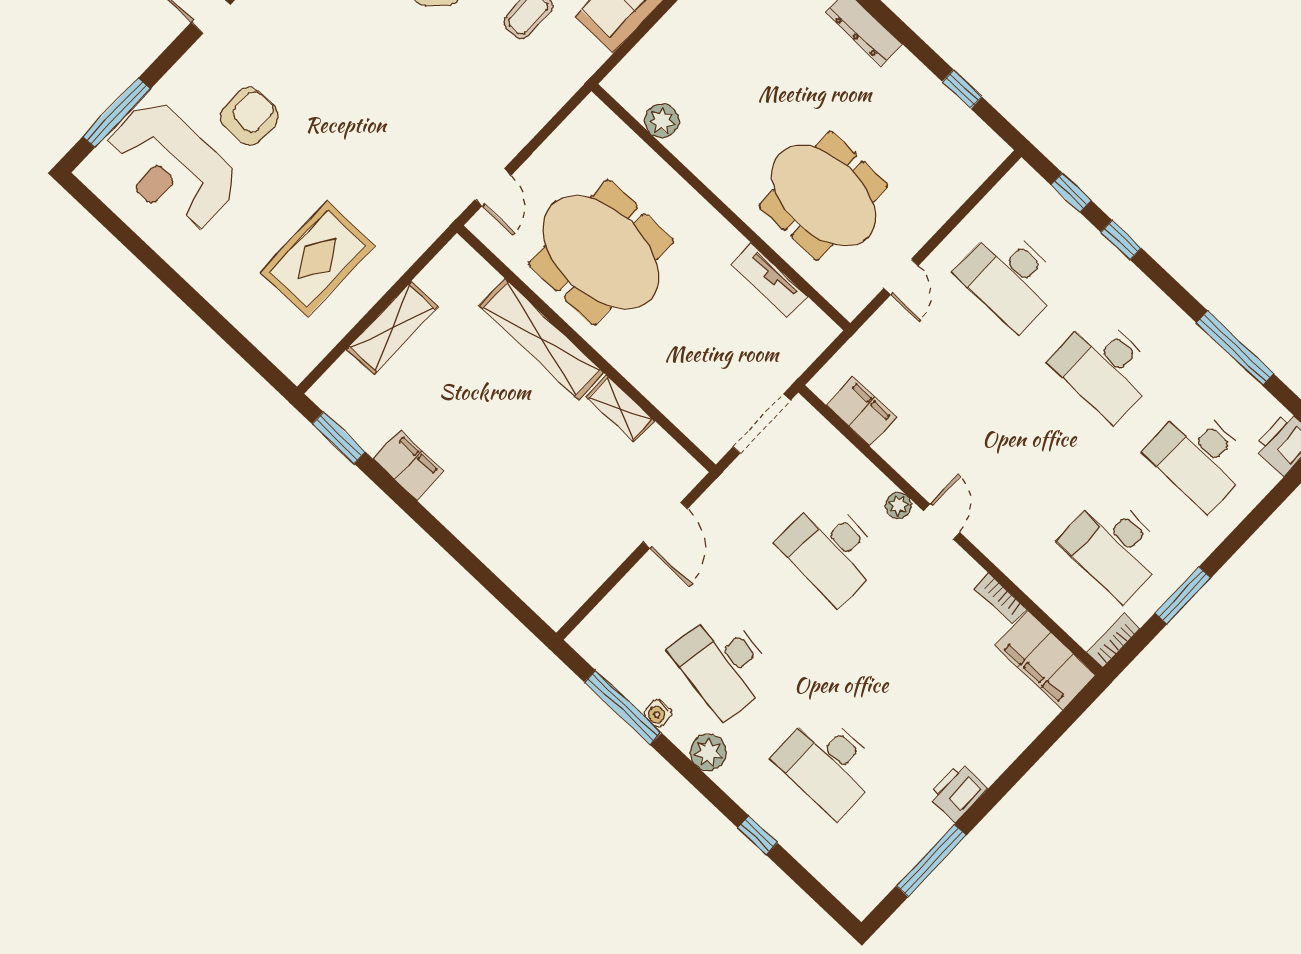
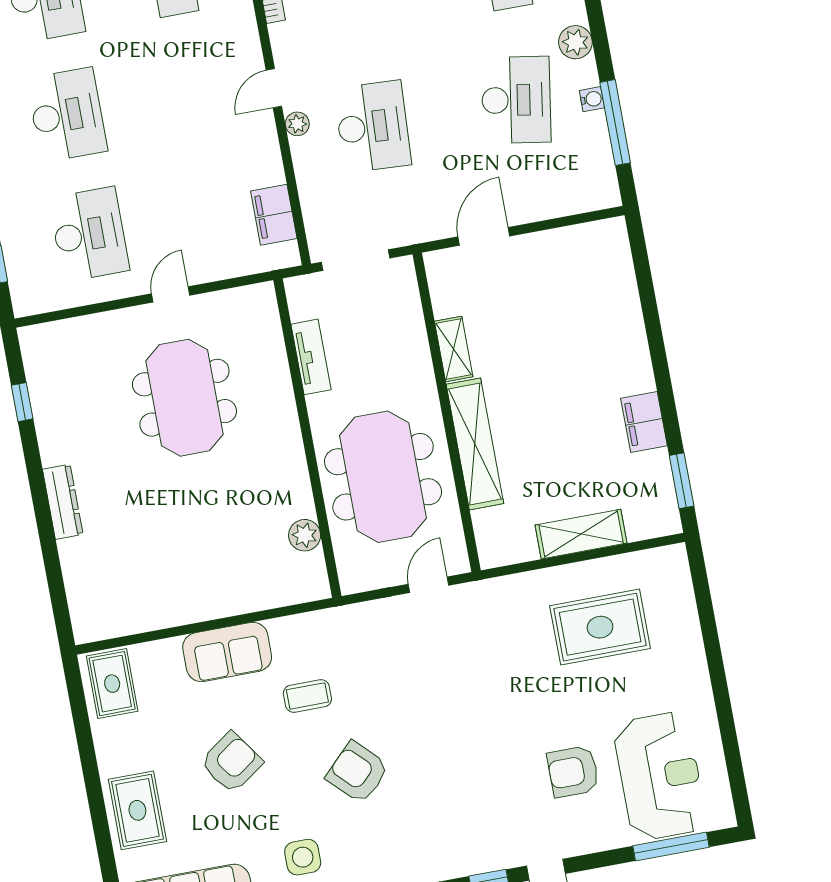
plant: (662, 121) -> (305, 535), moved
wall: (721, 207) -> (307, 438), moved
tv unit: (769, 280) -> (311, 357), moved

